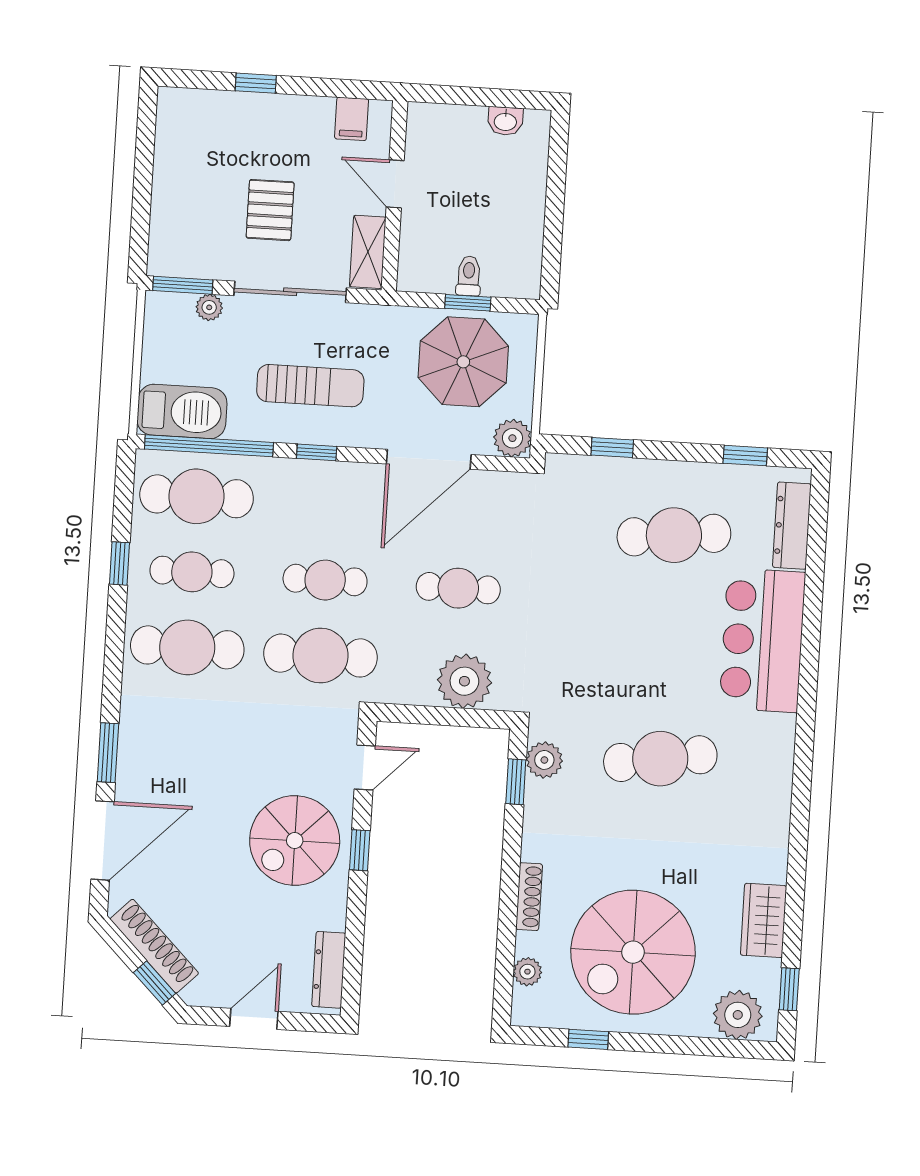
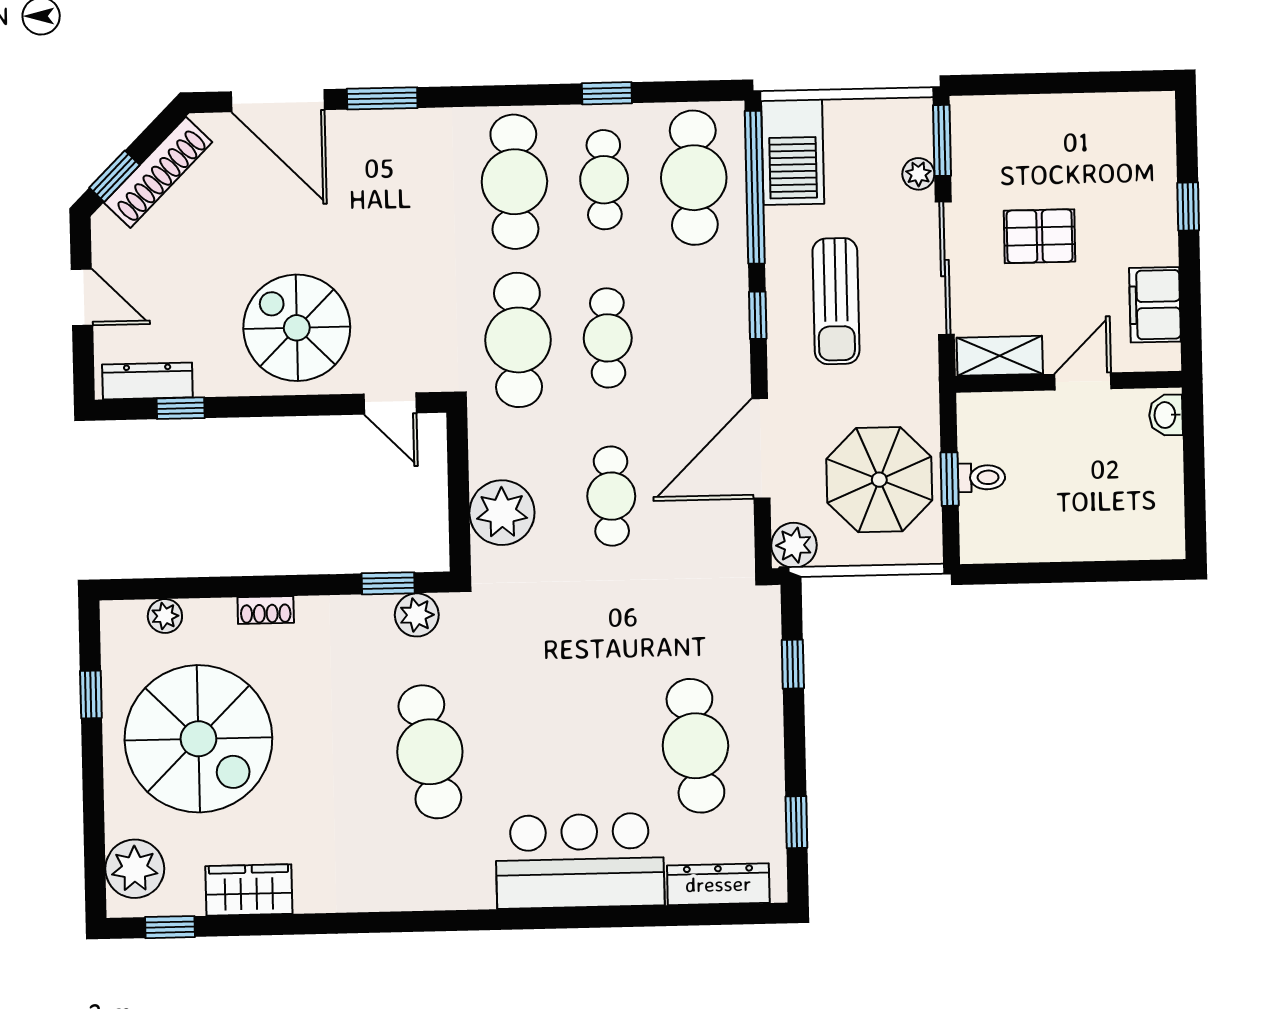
filing cabinet: (352, 119) -> (1155, 305), width x2.00
washbasin: (505, 121) -> (1166, 415), moved
door: (429, 459) -> (761, 448), hinge flipped
window: (360, 850) -> (181, 408), moved
shoe rack: (529, 897) -> (266, 610), width x0.70
spiral stairs: (633, 952) -> (198, 739), turned 180

